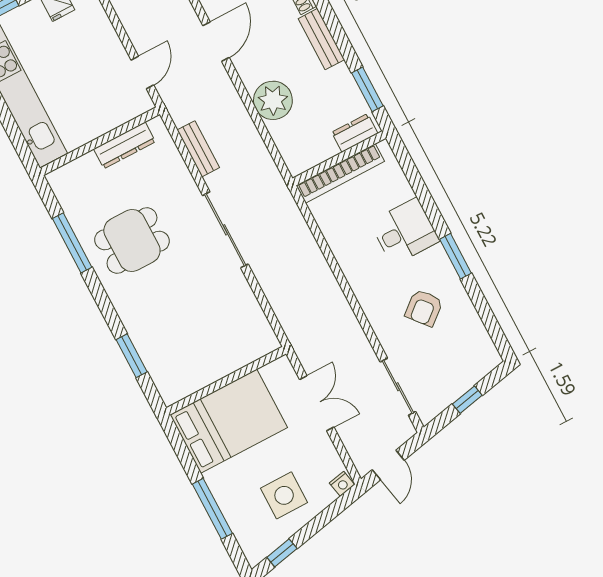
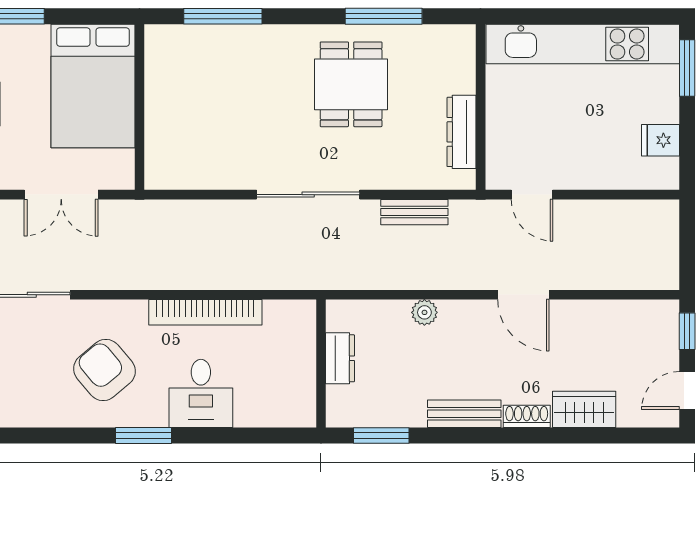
plant: (273, 100) -> (424, 312), width x0.53, depth x0.53
dresser: (355, 133) -> (340, 358), moved
bookcase: (340, 173) -> (205, 312), moved, turned -90
armchair: (424, 308) -> (104, 370), width x1.38, depth x1.38
window: (132, 356) -> (223, 16), width x1.44

